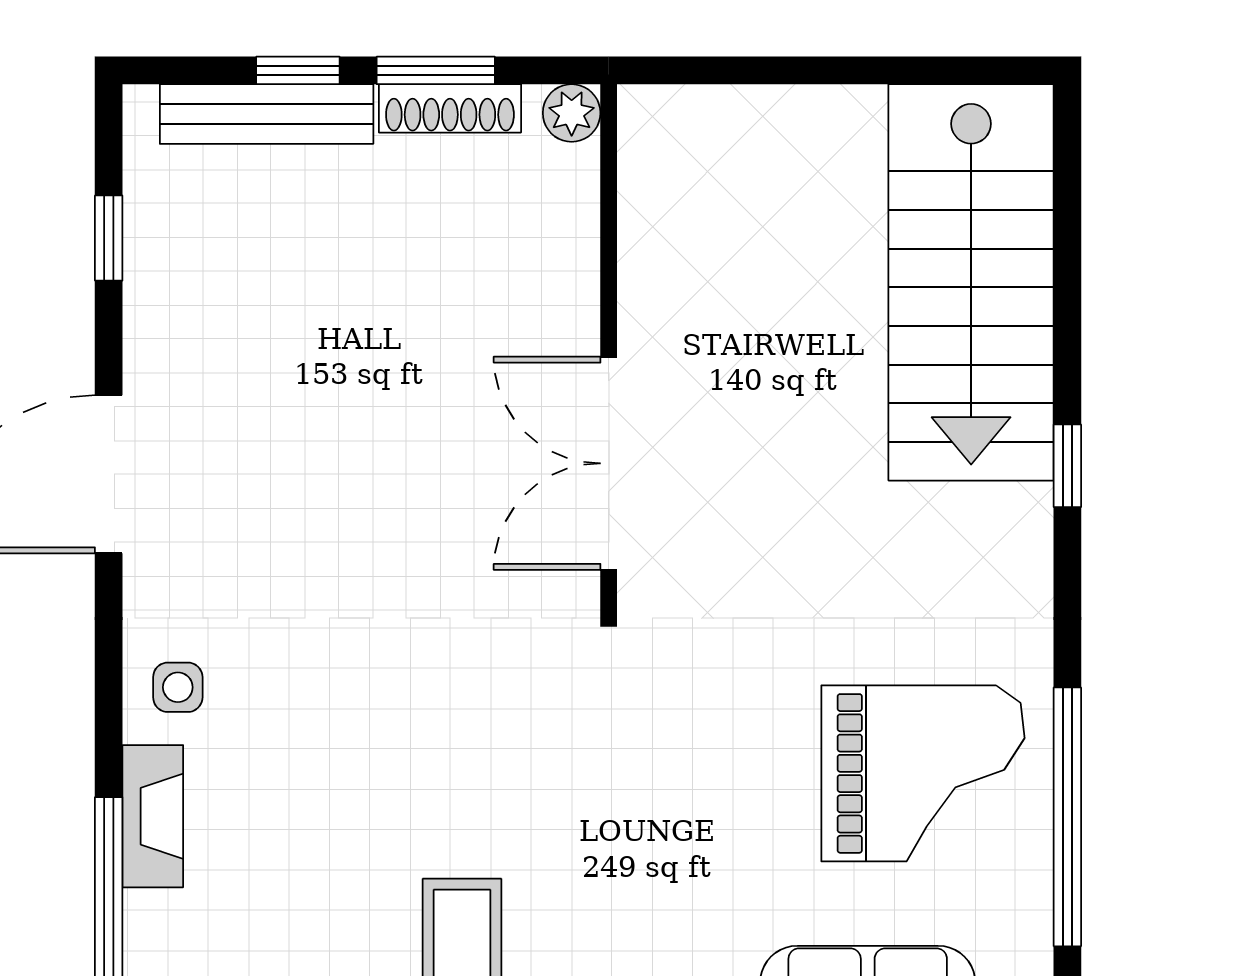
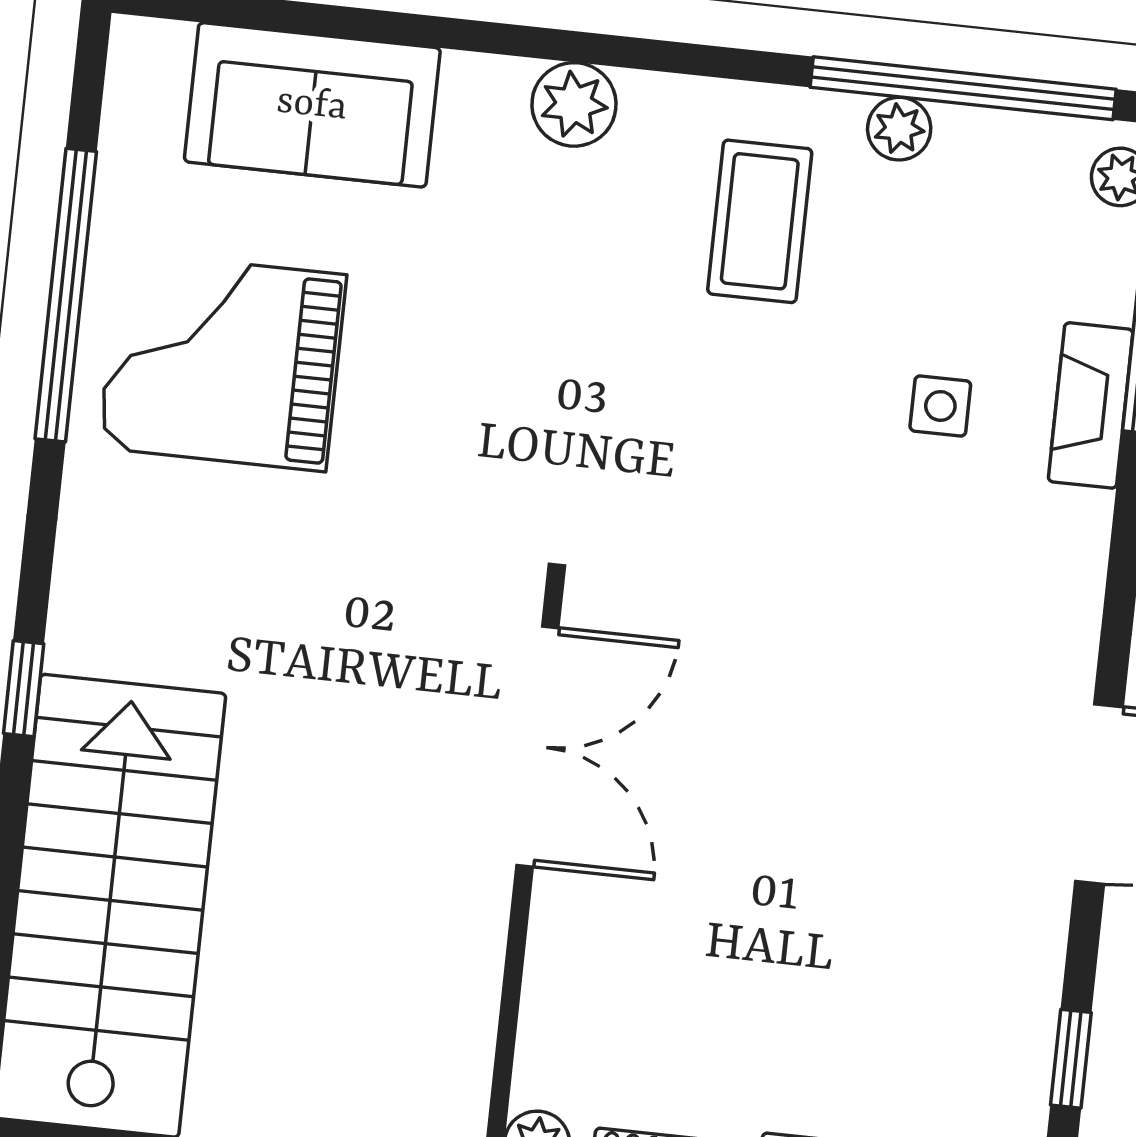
side table: (178, 687) -> (940, 406), moved

